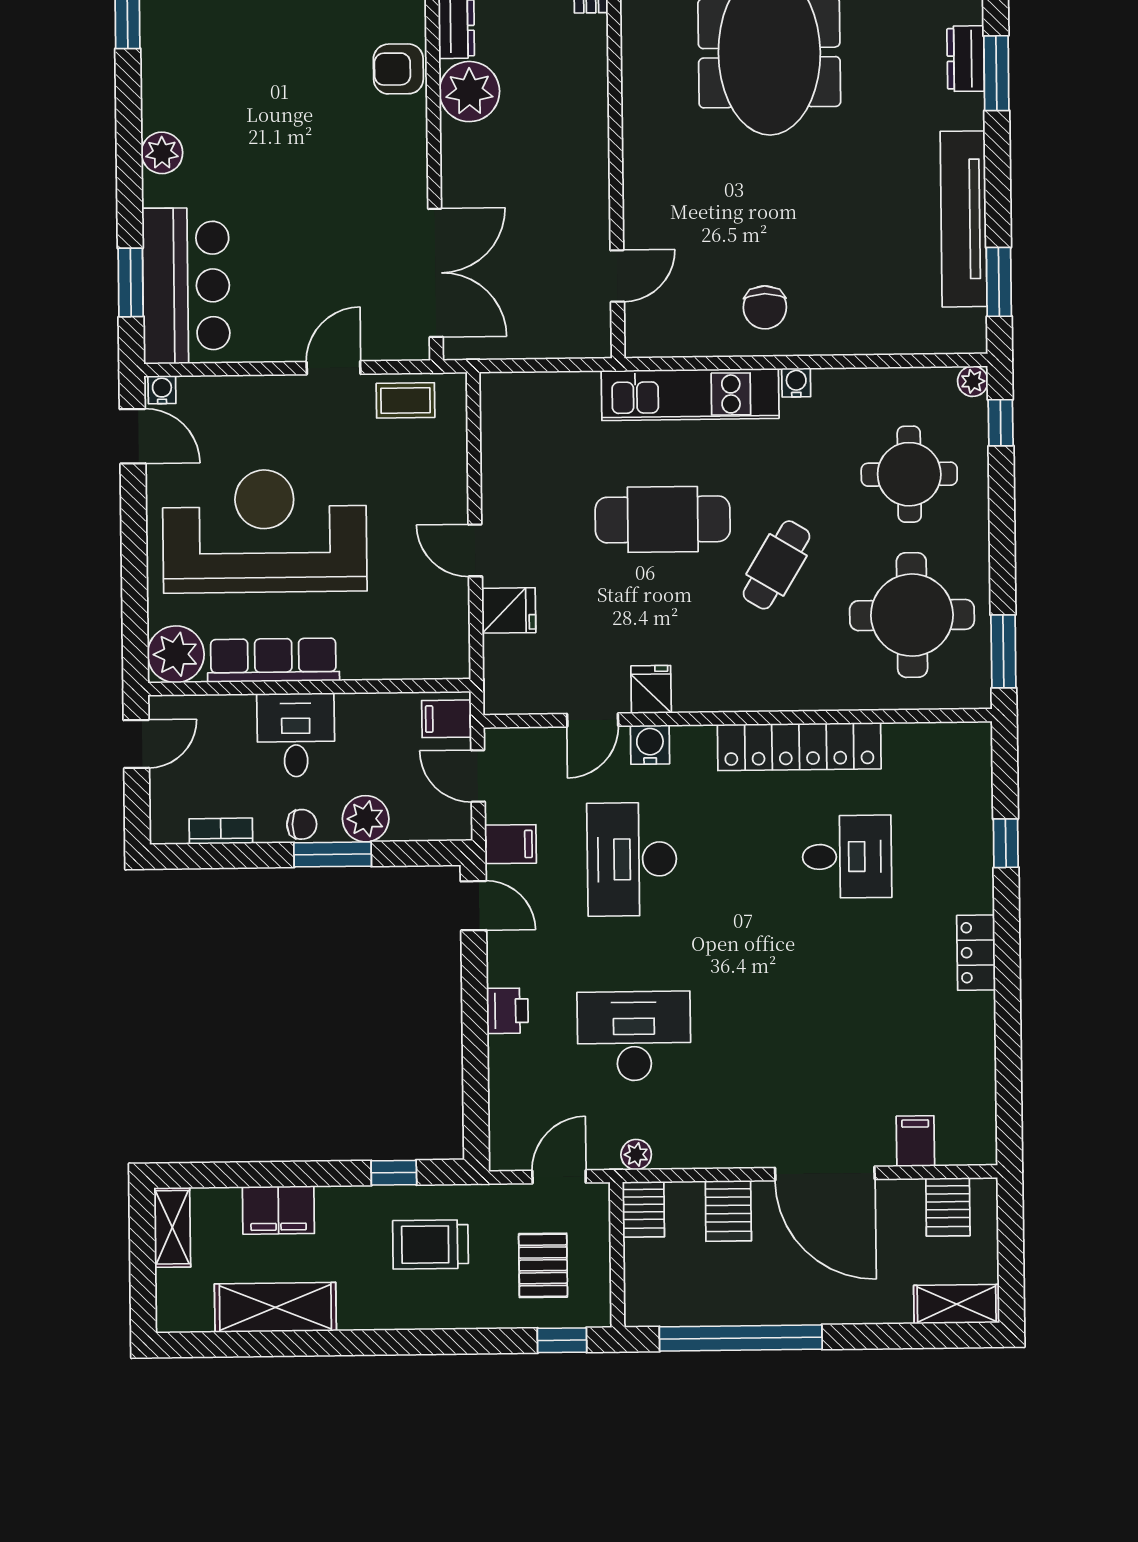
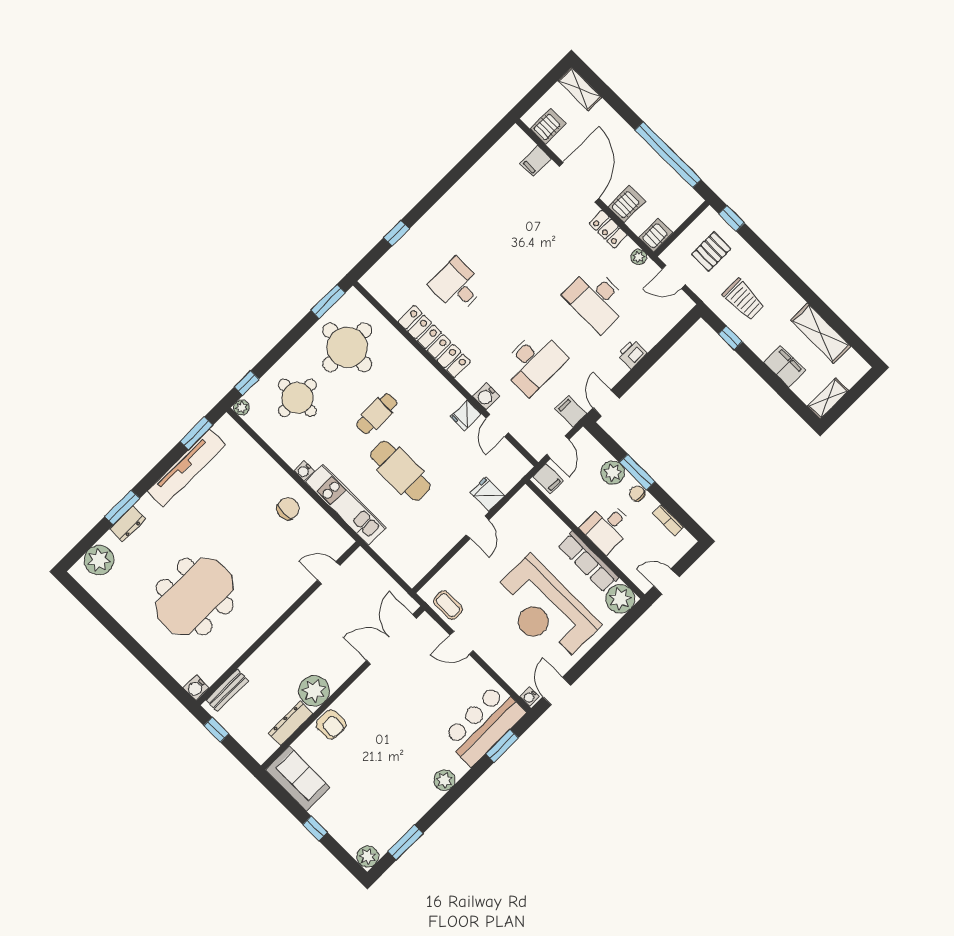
cafe table: (777, 565) -> (377, 414), turned -31
door: (593, 720) -> (497, 425), swing flipped
locker: (976, 953) -> (608, 229), moved, turned 90

